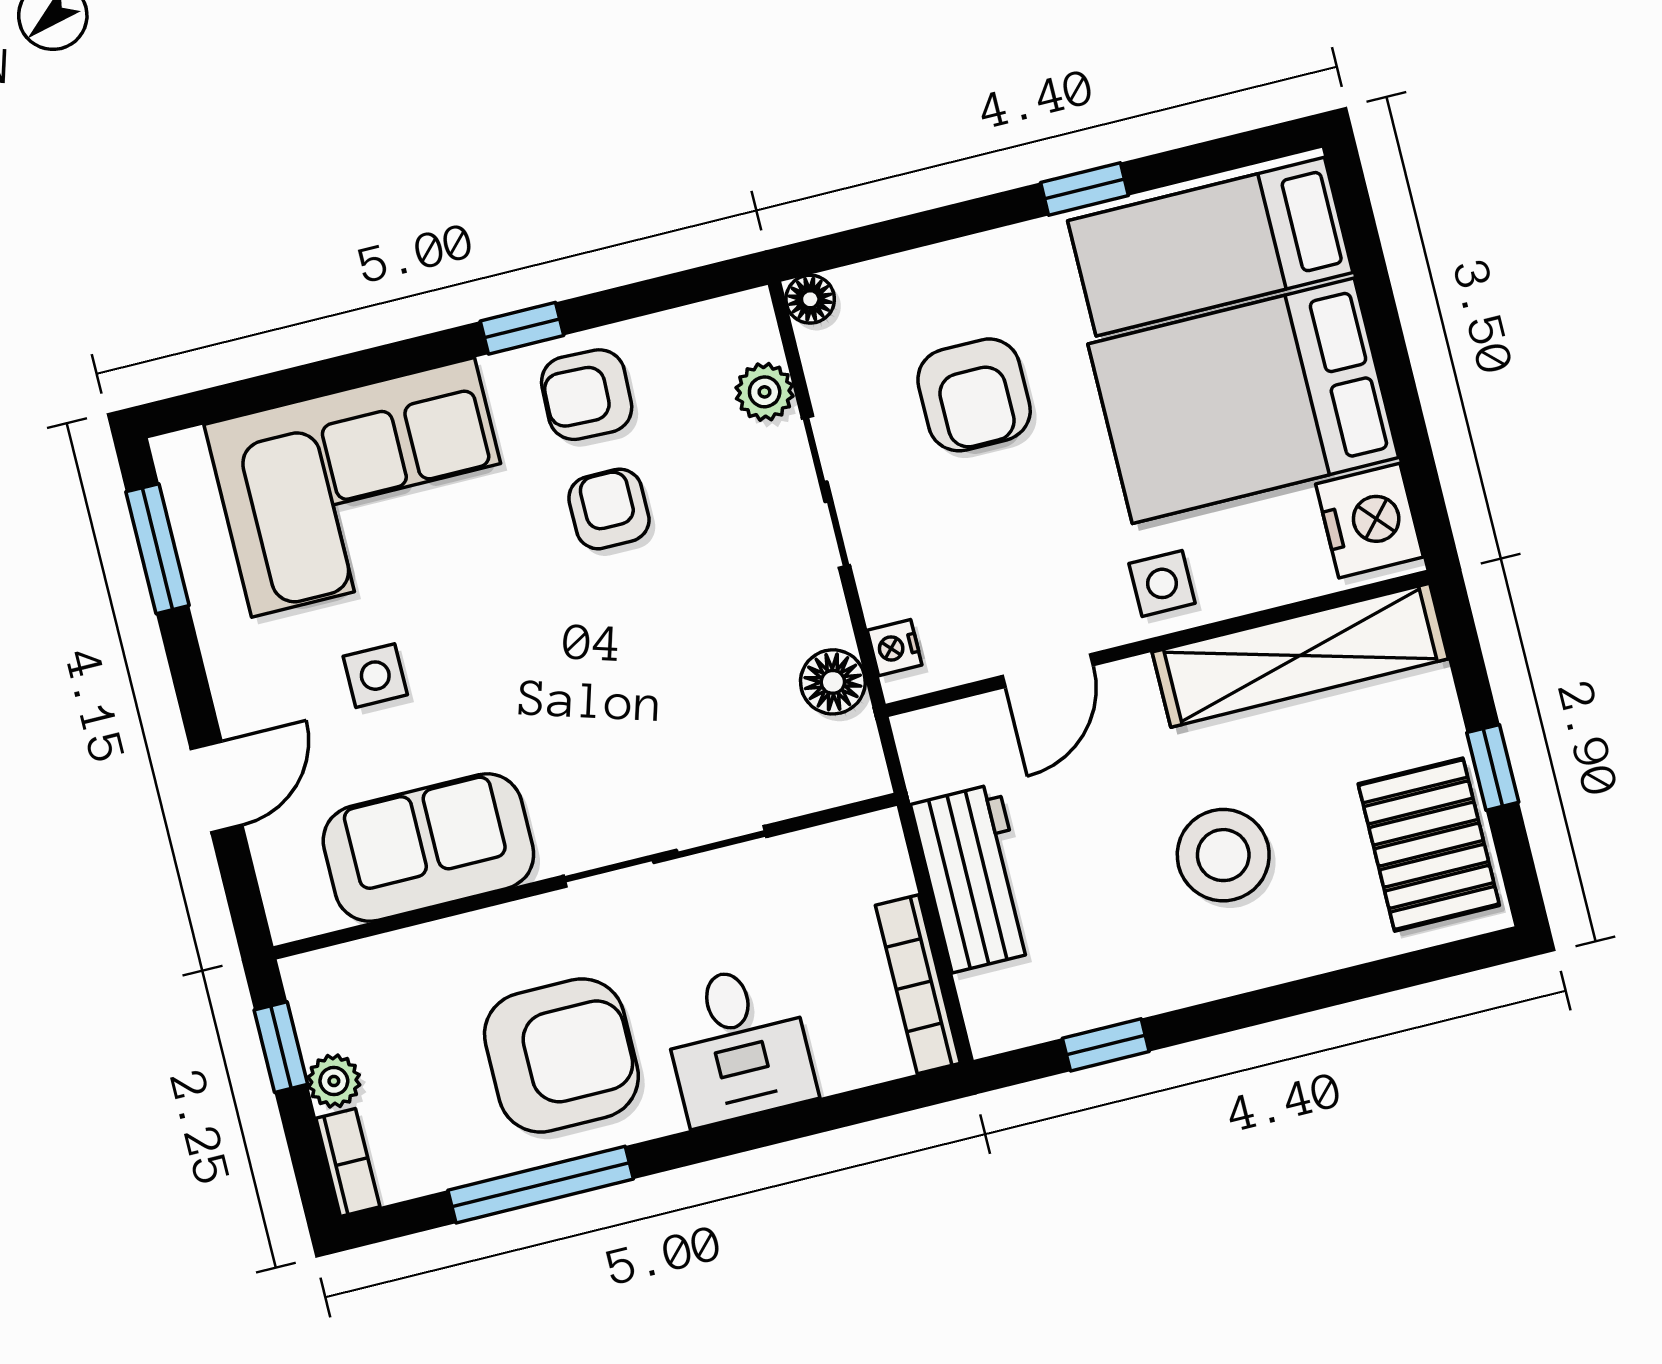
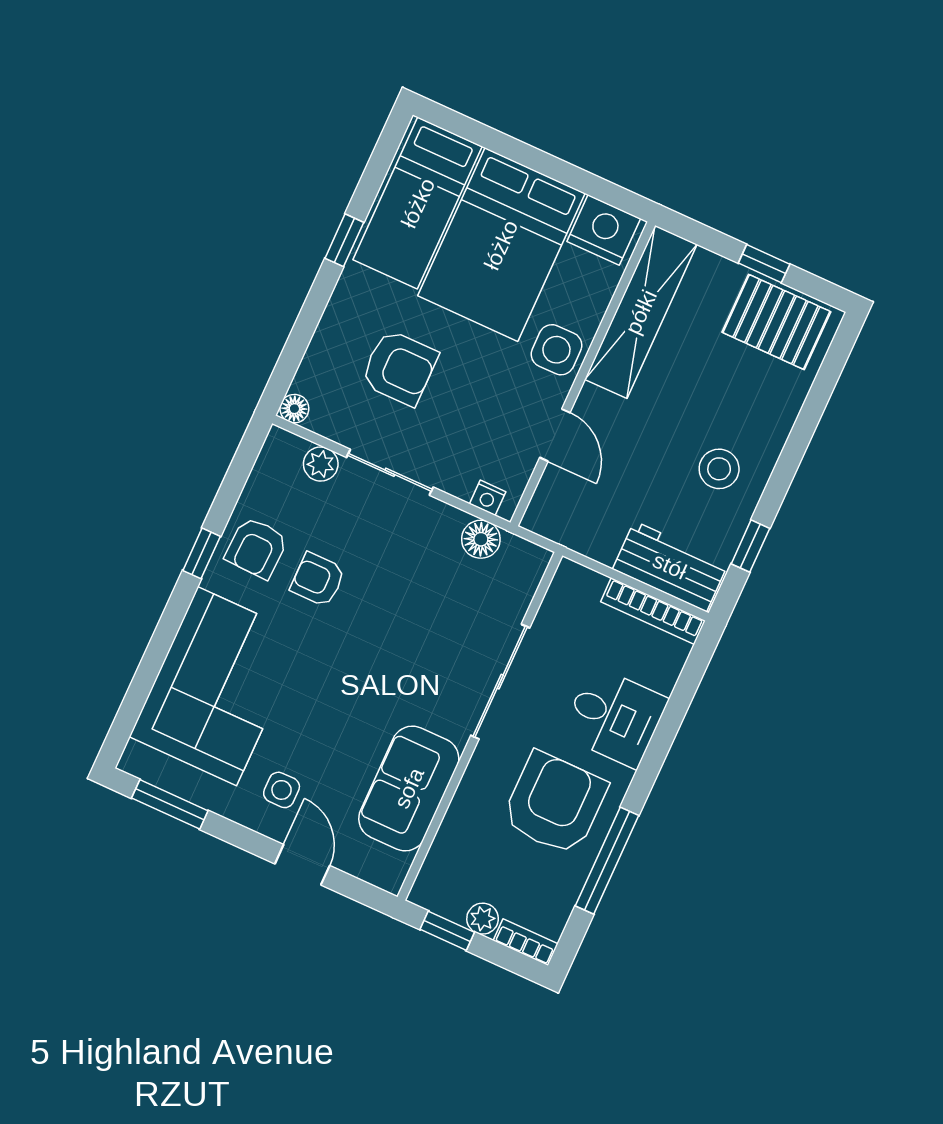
side table: (1162, 583) -> (556, 350), width x1.37, depth x1.37
side table: (375, 676) -> (282, 790), moved
stool: (1223, 855) -> (719, 469), moved, width x0.73, depth x0.73
workbench: (975, 878) -> (670, 566), moved

